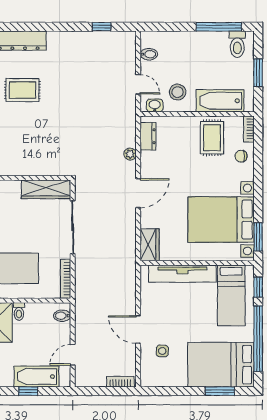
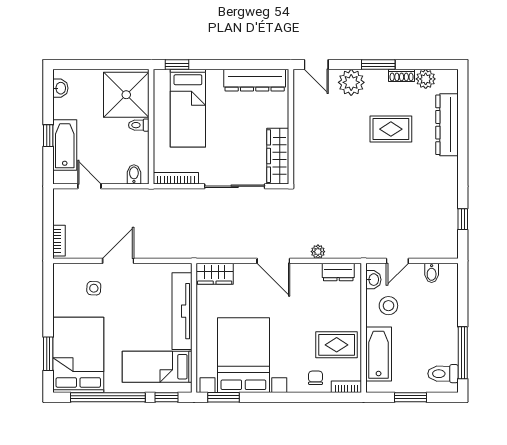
rug: (22, 90) -> (391, 129), turned 90

